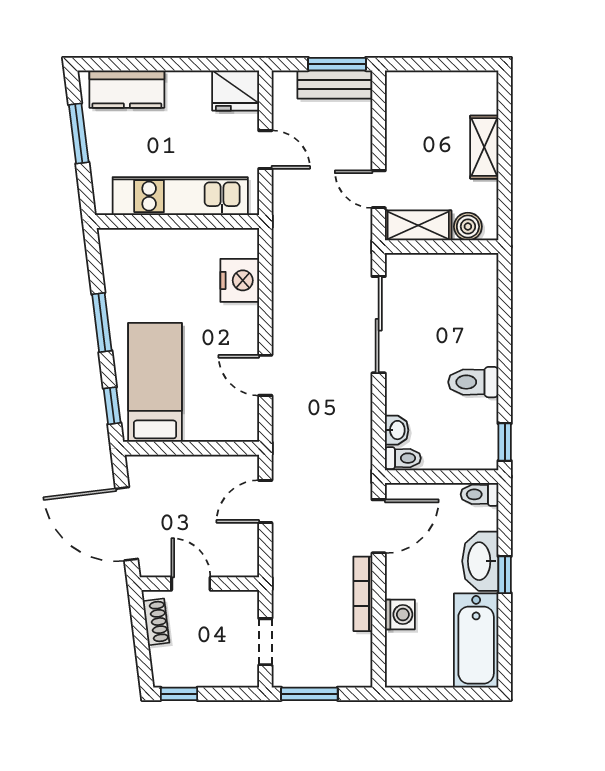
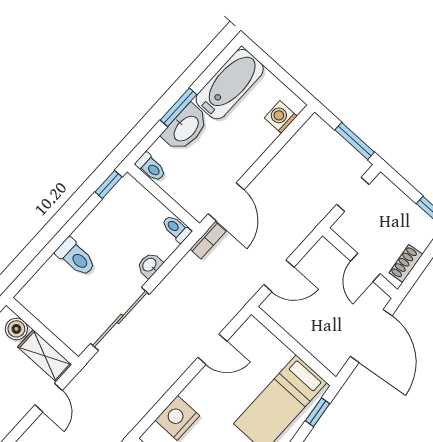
door: (265, 375) -> (212, 349), hinge flipped
toilet: (473, 382) -> (76, 257), moved
washbasin: (397, 430) -> (150, 265), moved
door: (379, 526) -> (226, 202), swing flipped
window: (505, 575) -> (178, 107), width x1.50
bookcase: (363, 594) -> (208, 240), moved, width x0.64
washing machine: (400, 615) -> (281, 117), moved

